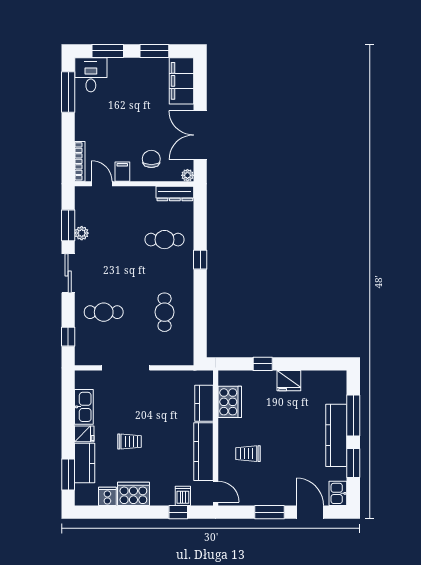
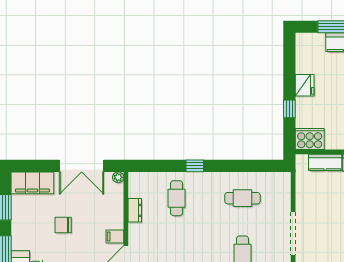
chair: (151, 159) -> (63, 225), moved
dresser: (175, 194) -> (135, 210), moved, width x0.70
cooker: (230, 402) -> (310, 139), moved

